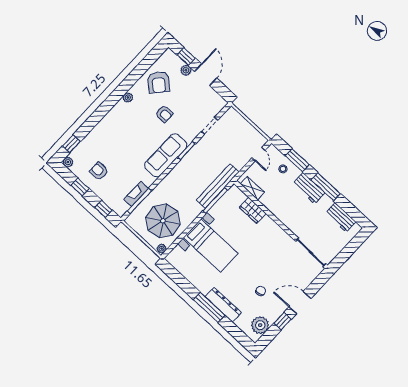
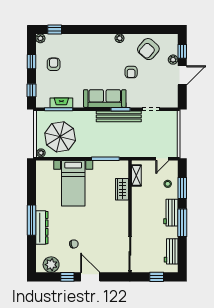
bench: (218, 186) -> (119, 116), moved
window: (350, 249) -> (157, 277), added

